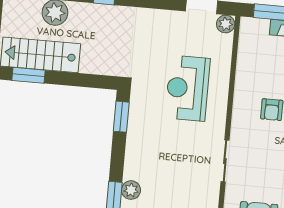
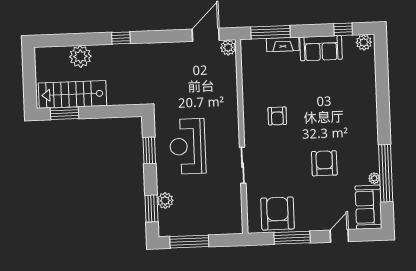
reception desk: (188, 88) -> (188, 146), moved
window: (121, 117) -> (149, 150), moved

